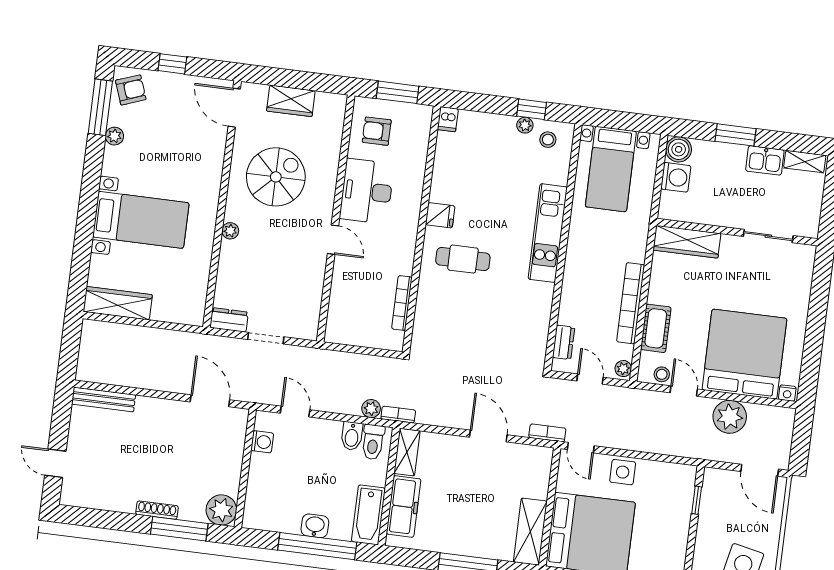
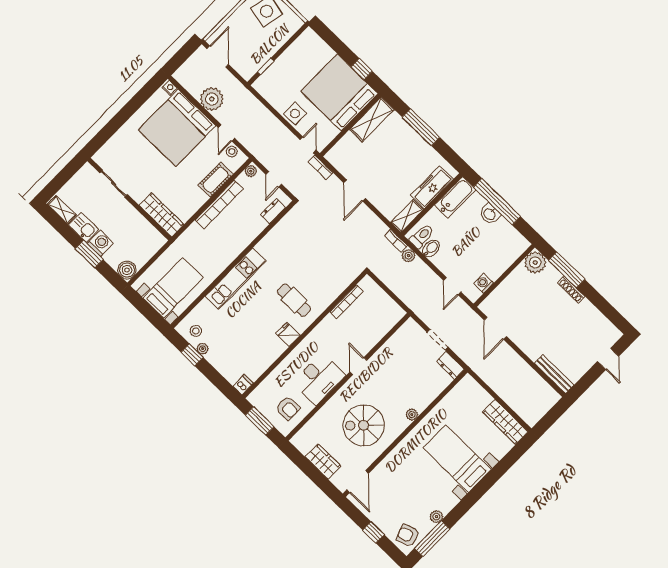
washing machine: (676, 177) -> (100, 243), moved, turned 90

